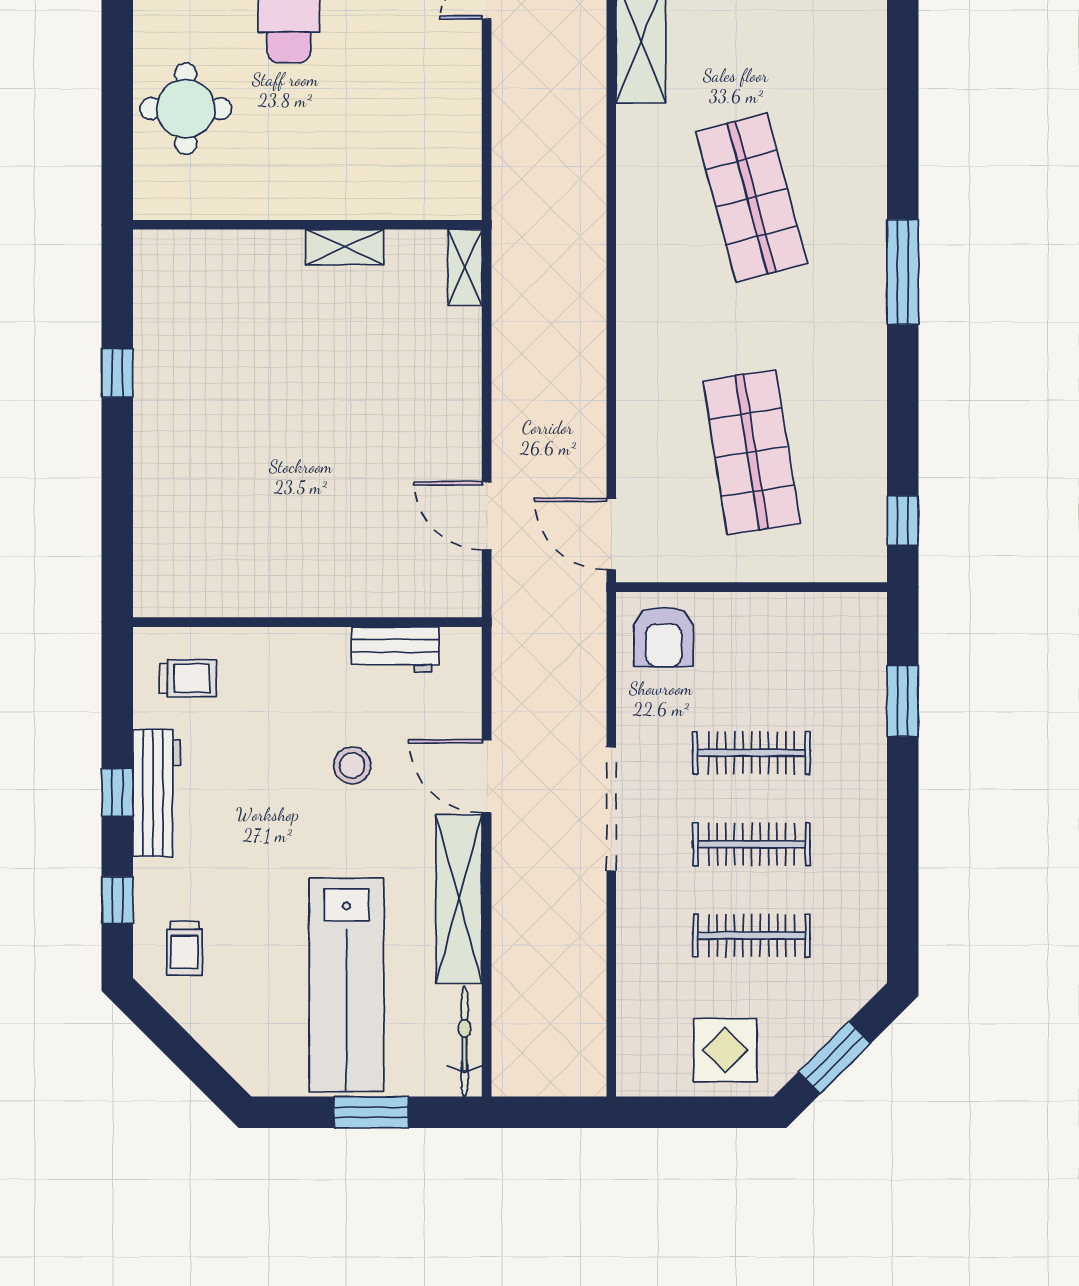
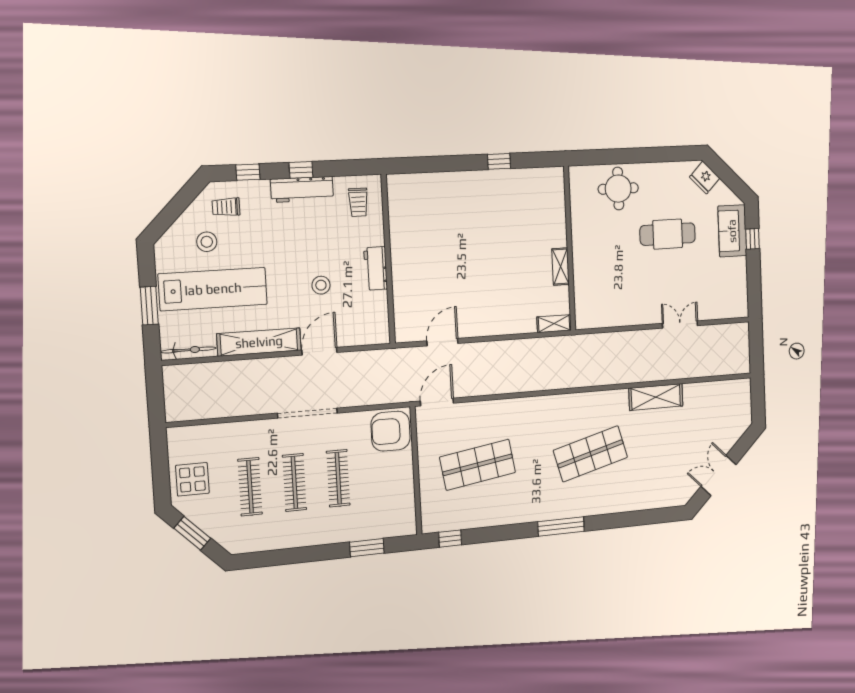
armchair: (664, 637) -> (391, 431), width x1.36, depth x1.36
workbench: (395, 650) -> (376, 268), moved
lab bench: (346, 985) -> (213, 289), turned 180
stool: (252, 991) -> (207, 242), added

